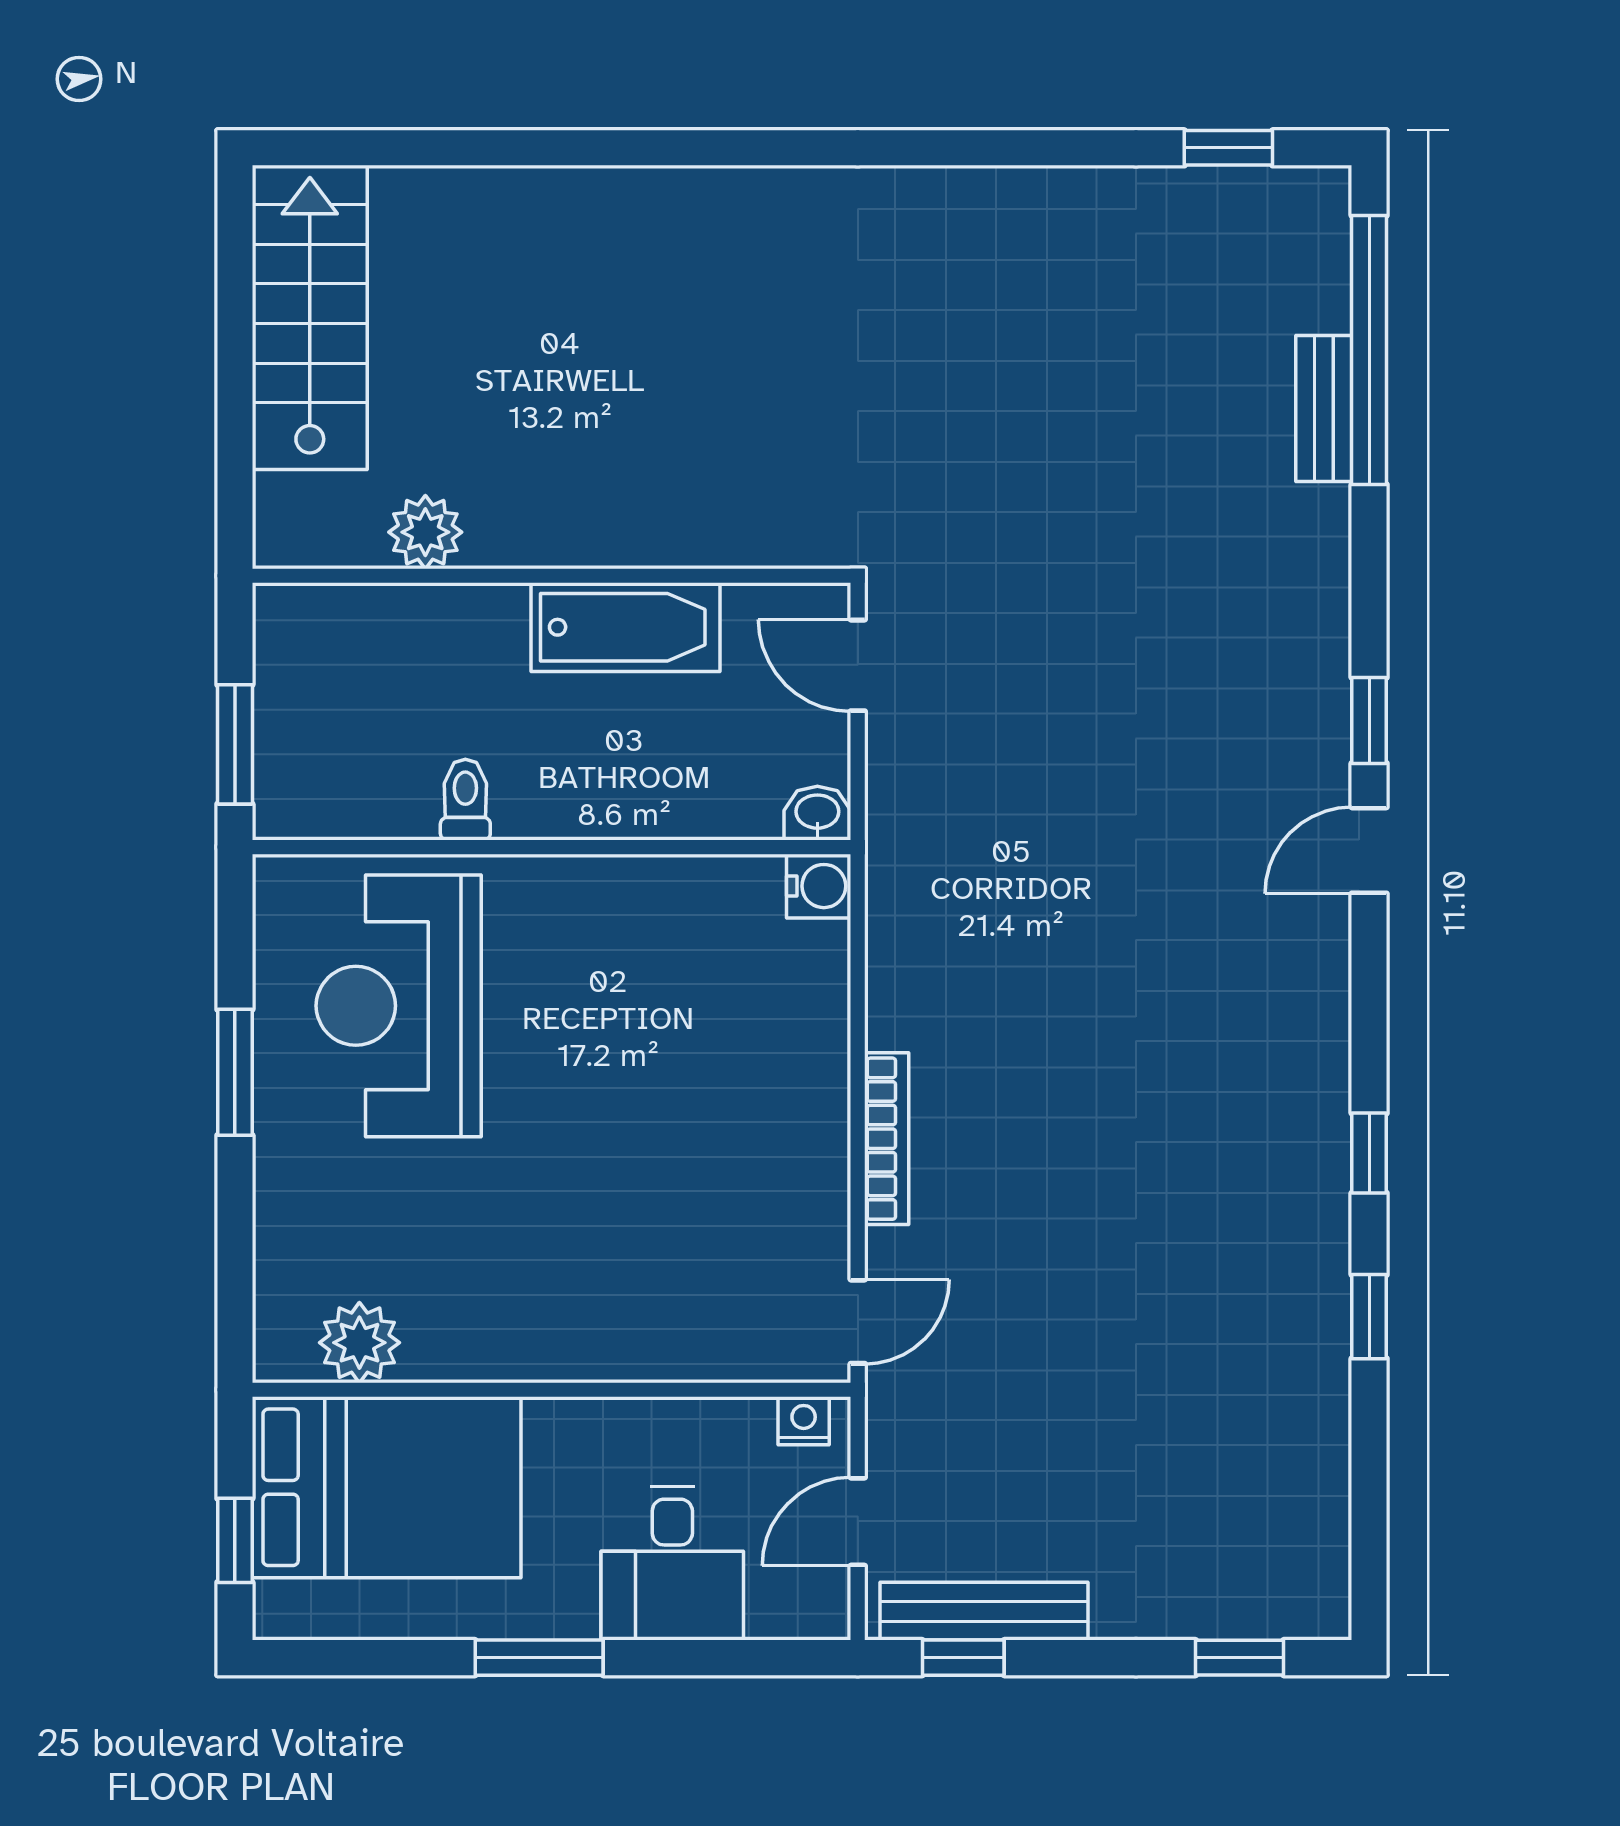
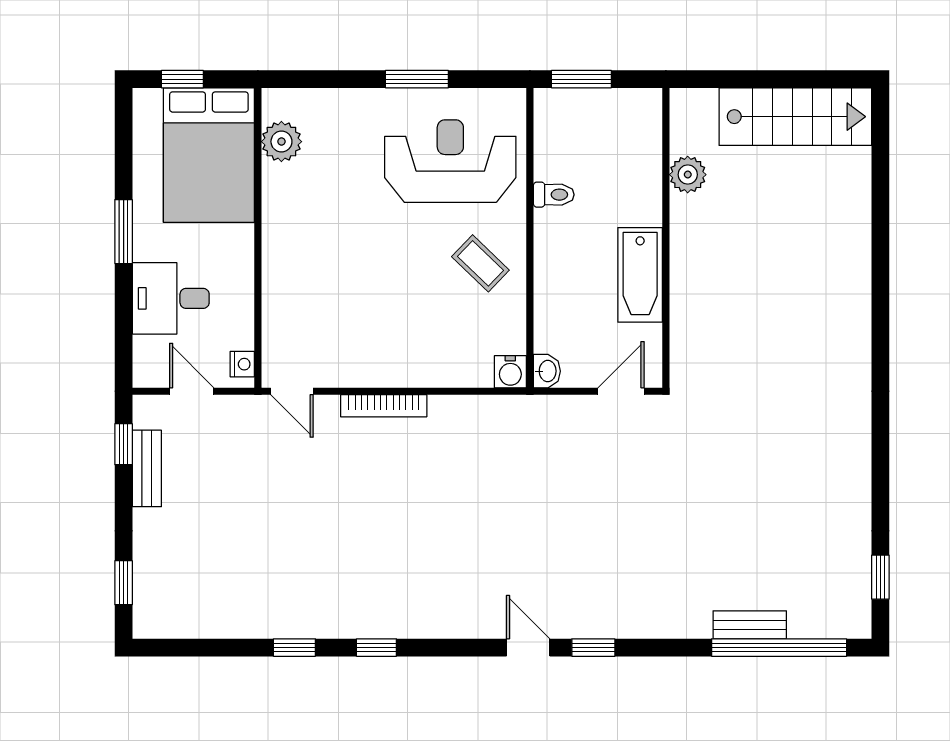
coffee table: (603, 946) -> (480, 263), added
bench: (984, 1611) -> (147, 468), width x0.73

